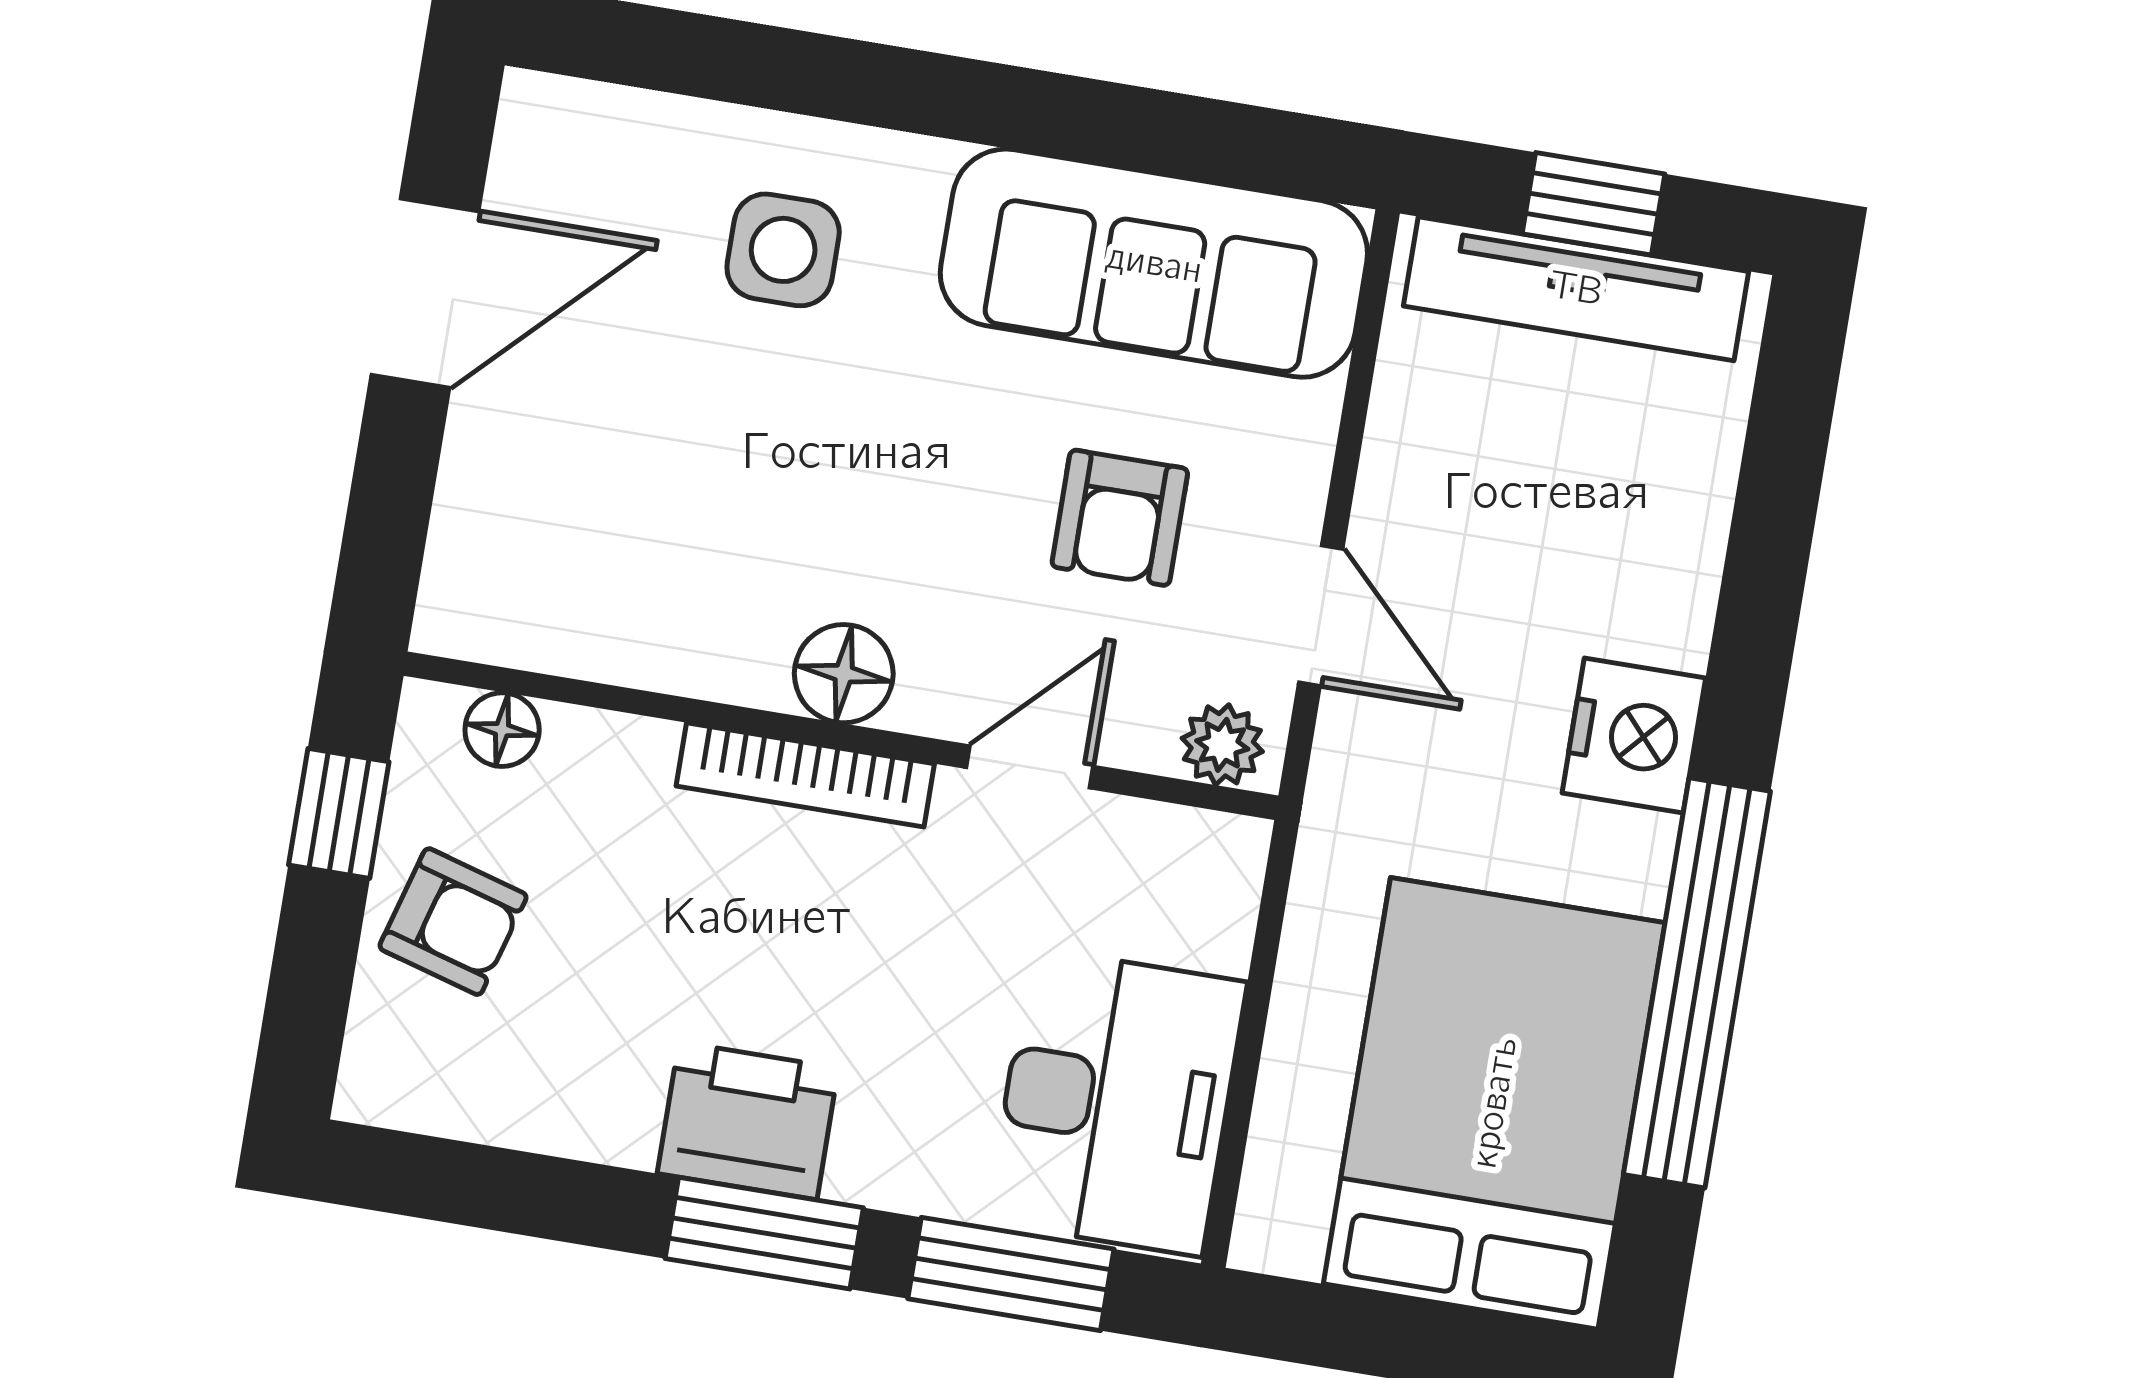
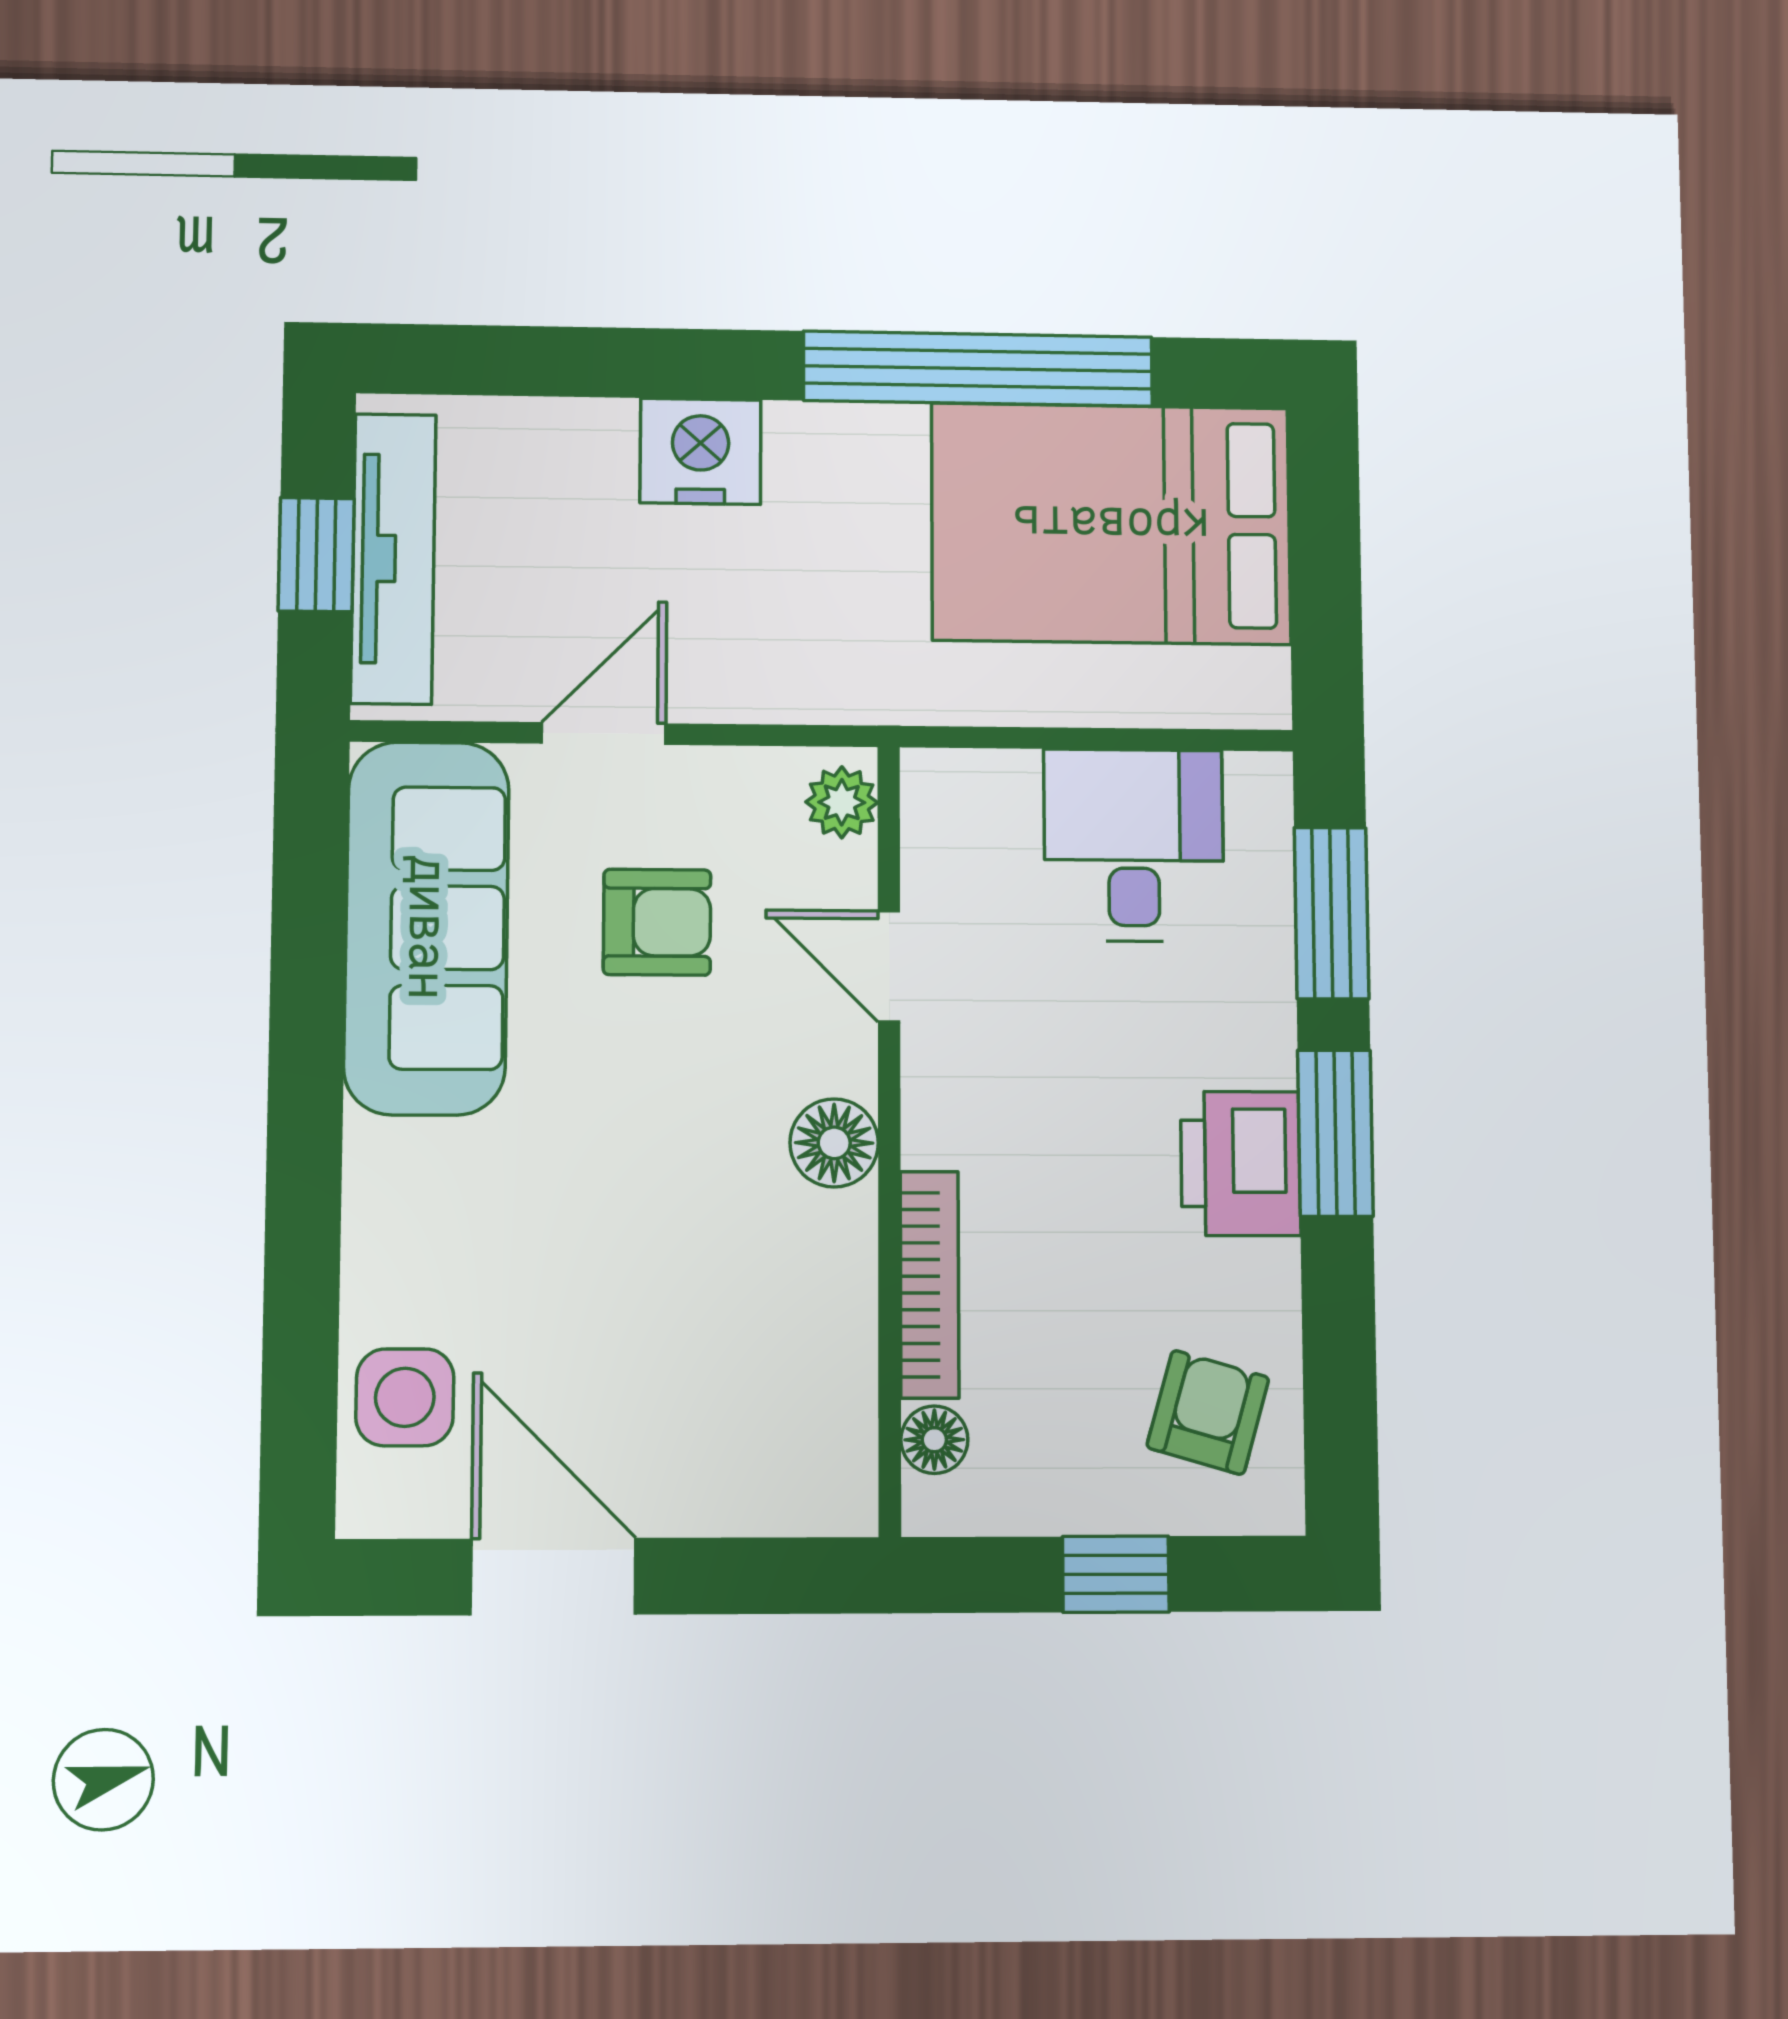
side table: (783, 250) -> (405, 1397), moved
door: (1321, 615) -> (604, 733), moved
nightstand: (1634, 736) -> (700, 451), moved
bookcase: (805, 775) -> (929, 1285), moved
window: (339, 813) -> (1116, 1574), moved
armchair: (453, 922) -> (1208, 1412), moved
desk: (1116, 1102) -> (1134, 845), width x0.73

